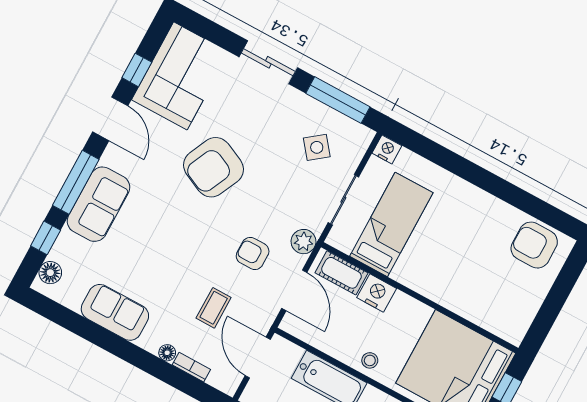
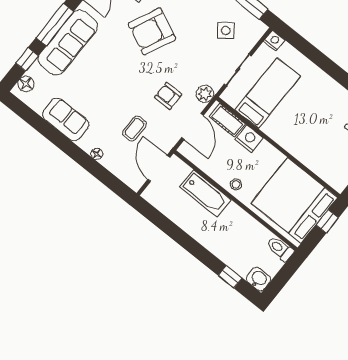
sofa: (98, 204) -> (68, 43), width x1.36
bookcase: (191, 367) -> (112, 167), removed

